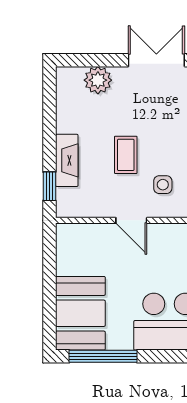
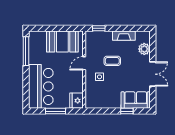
fireplace: (67, 160) -> (124, 36), moved
booth: (80, 313) -> (62, 41), moved

